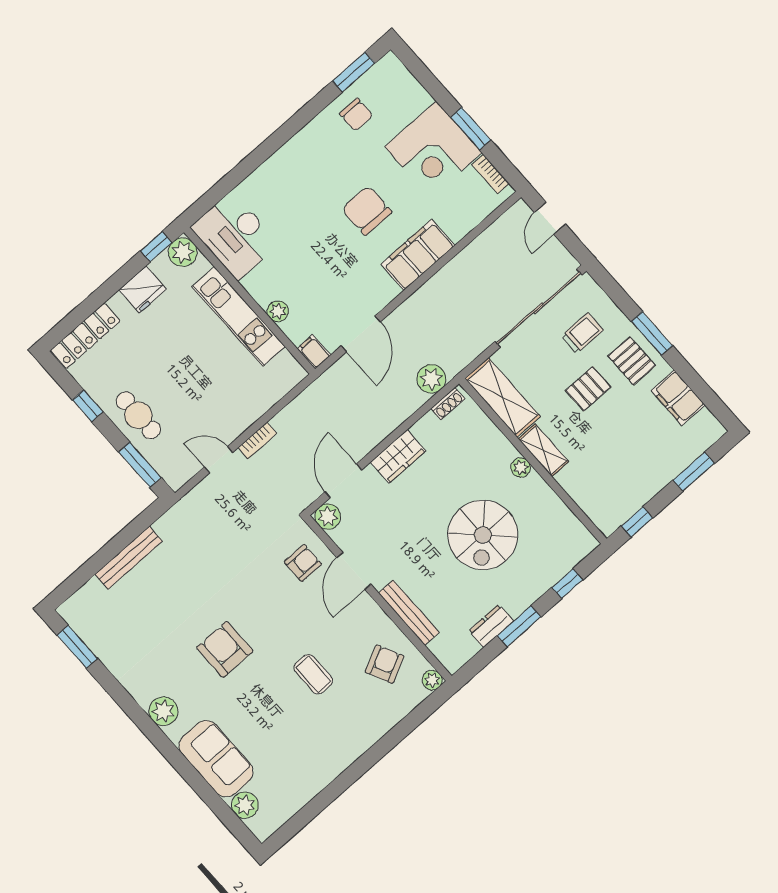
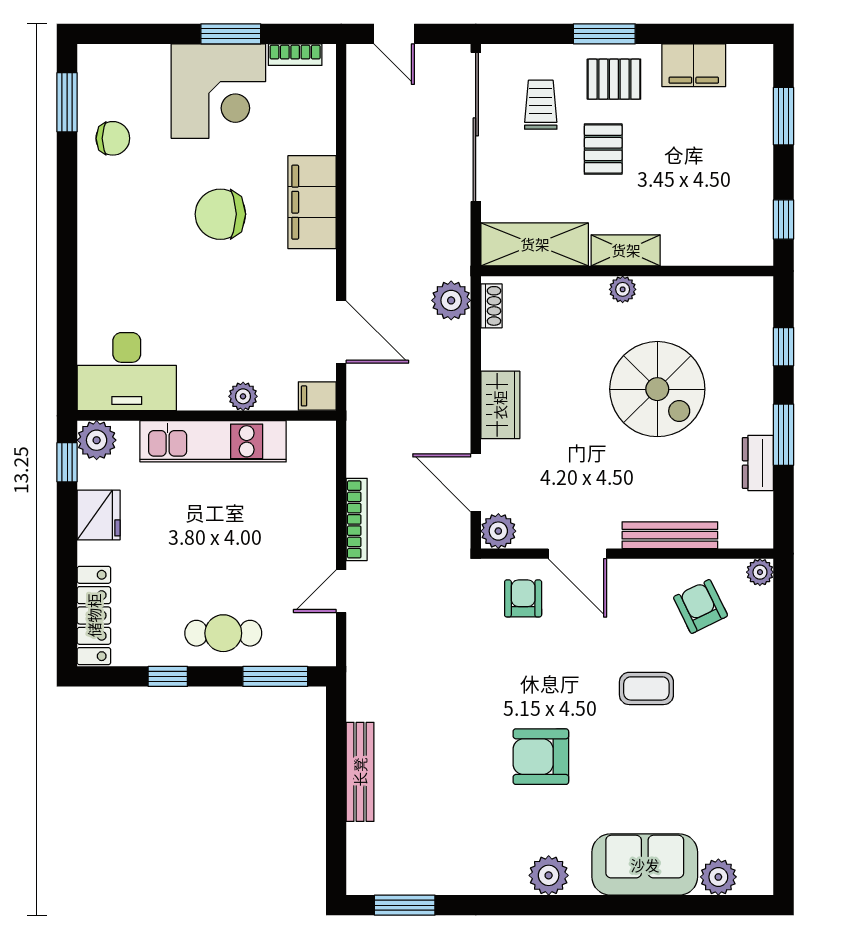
bookcase: (257, 440) -> (357, 519), width x1.56

